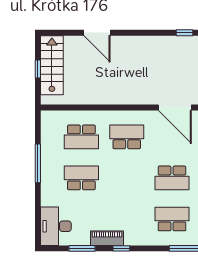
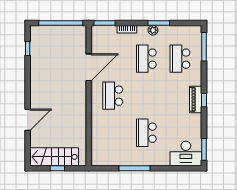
door: (175, 107) -> (89, 67), moved
school desk: (81, 137) -> (113, 133), removed
school desk: (172, 178) -> (146, 59), turned 180
piano: (107, 238) -> (196, 99), moved
window: (82, 248) -> (204, 149), moved

